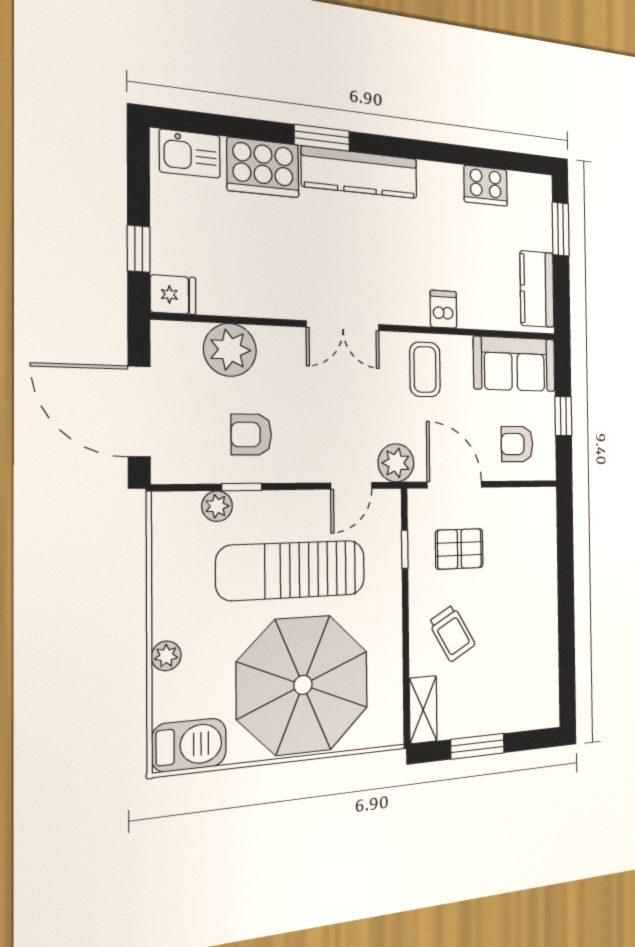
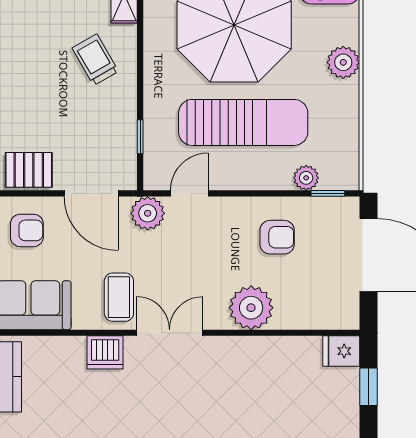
dishwasher: (443, 309) -> (105, 352), width x1.38
double door: (343, 326) -> (170, 333), moved
plant: (230, 350) -> (251, 308), moved
window: (242, 487) -> (328, 193), moved
pallet: (459, 549) -> (29, 170), moved
plant: (166, 656) -> (343, 62), width x1.38, depth x1.38

